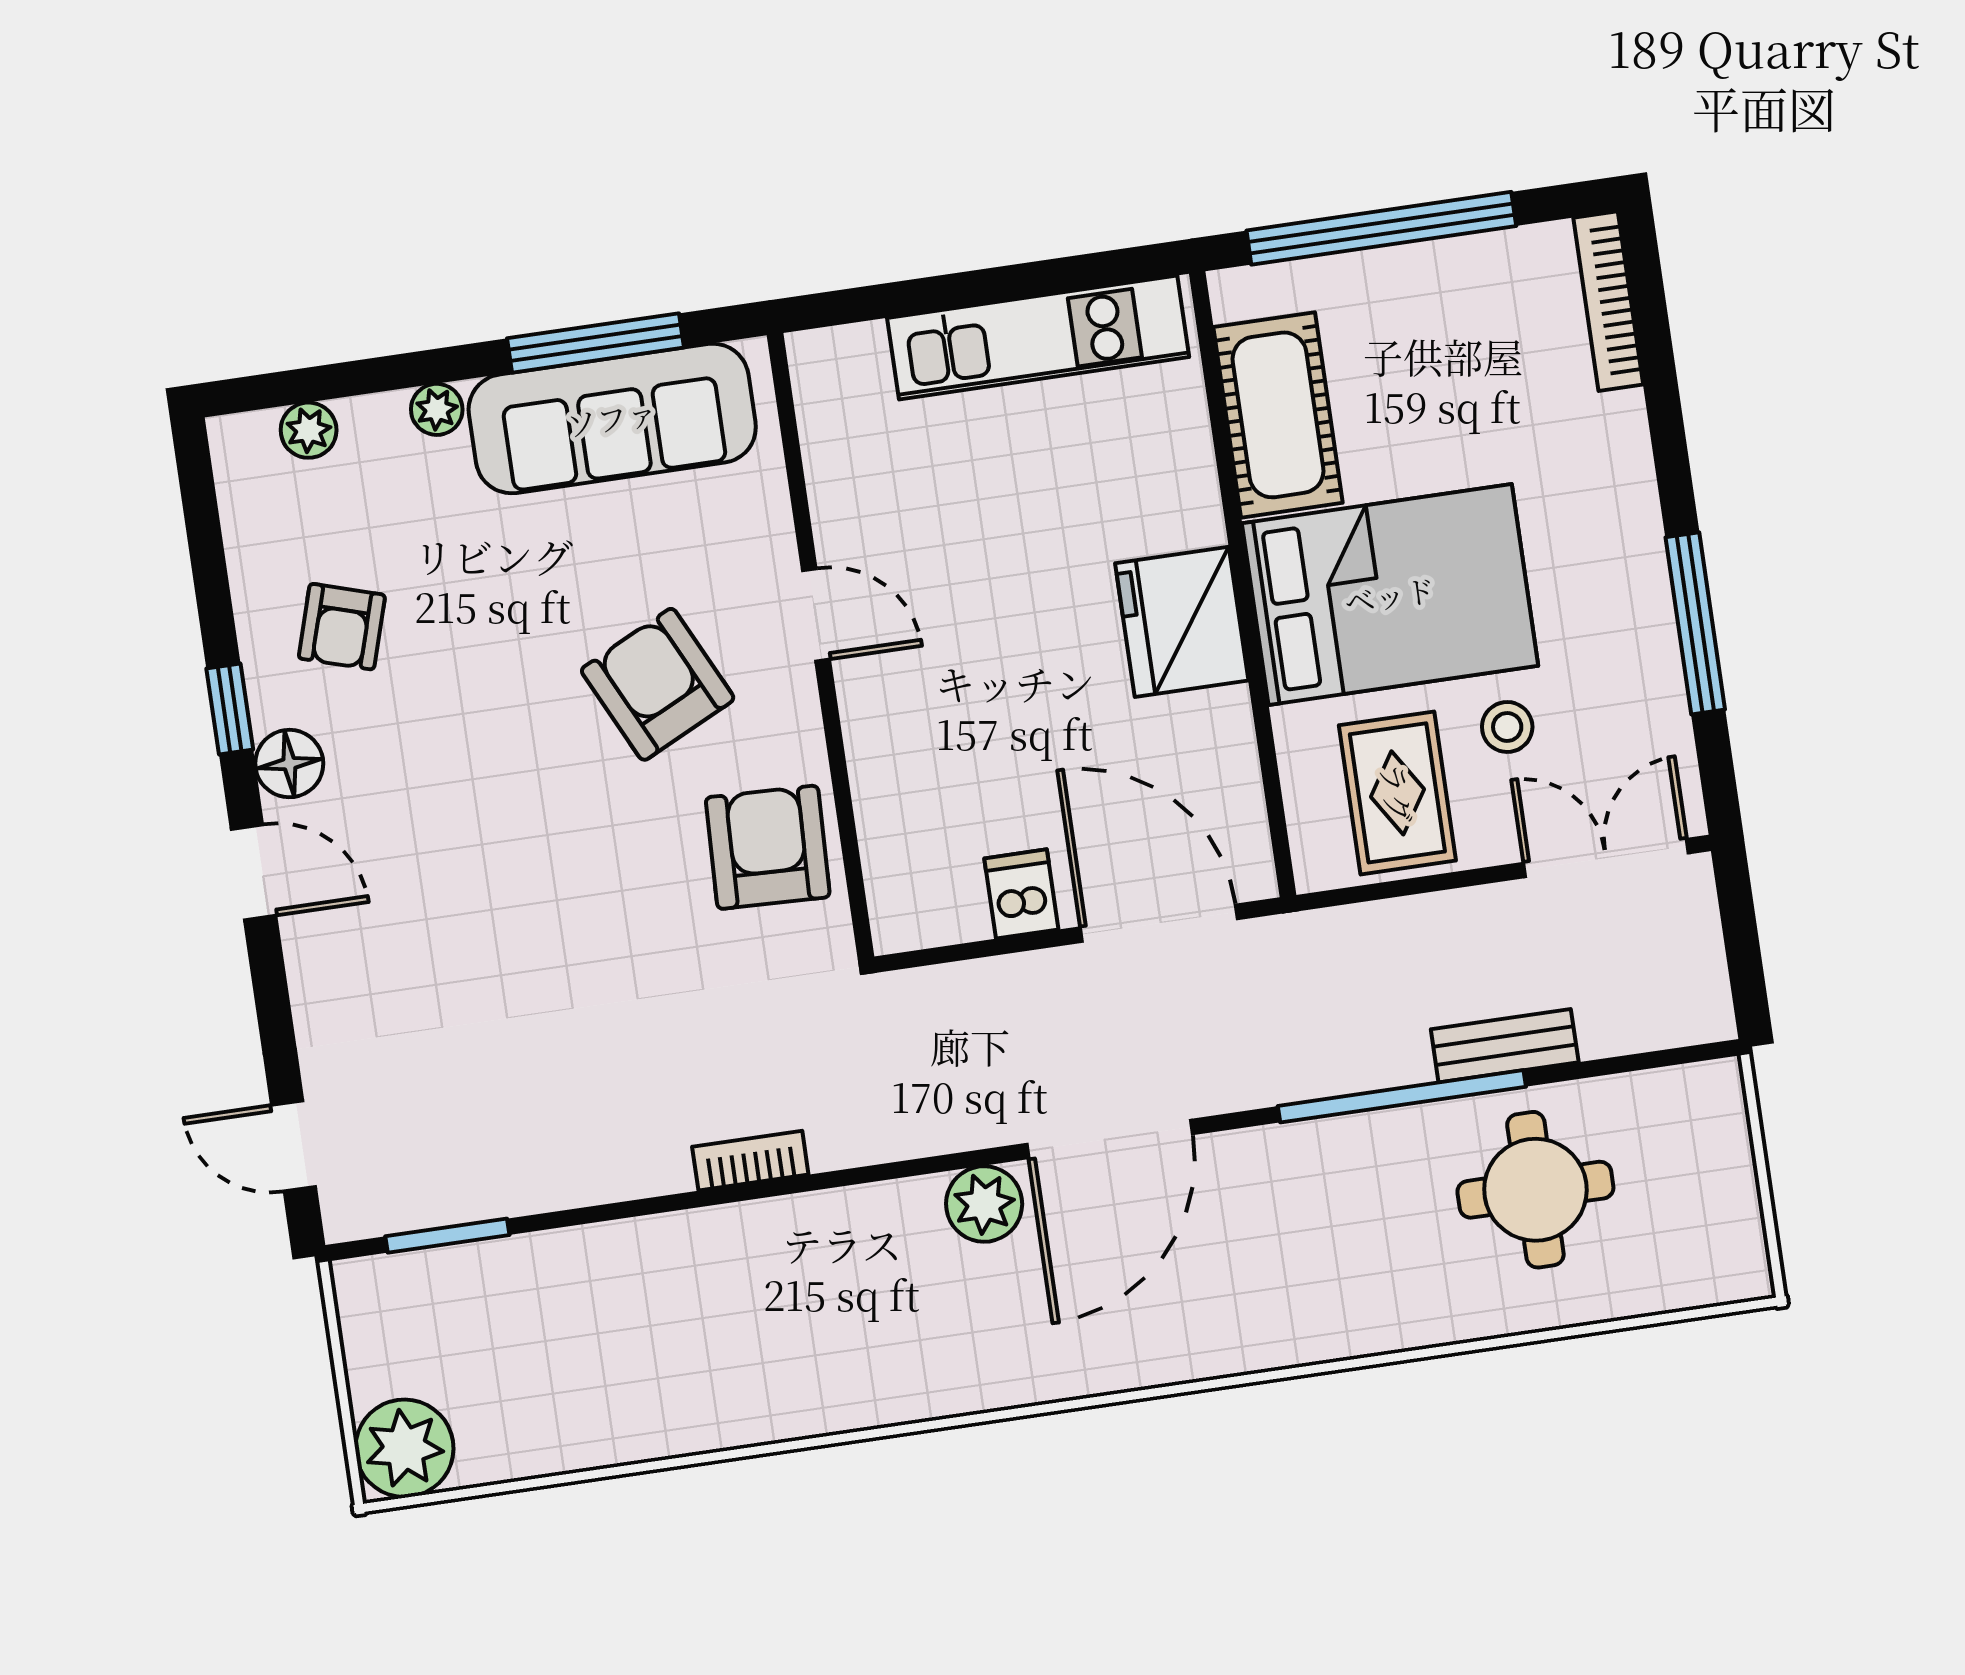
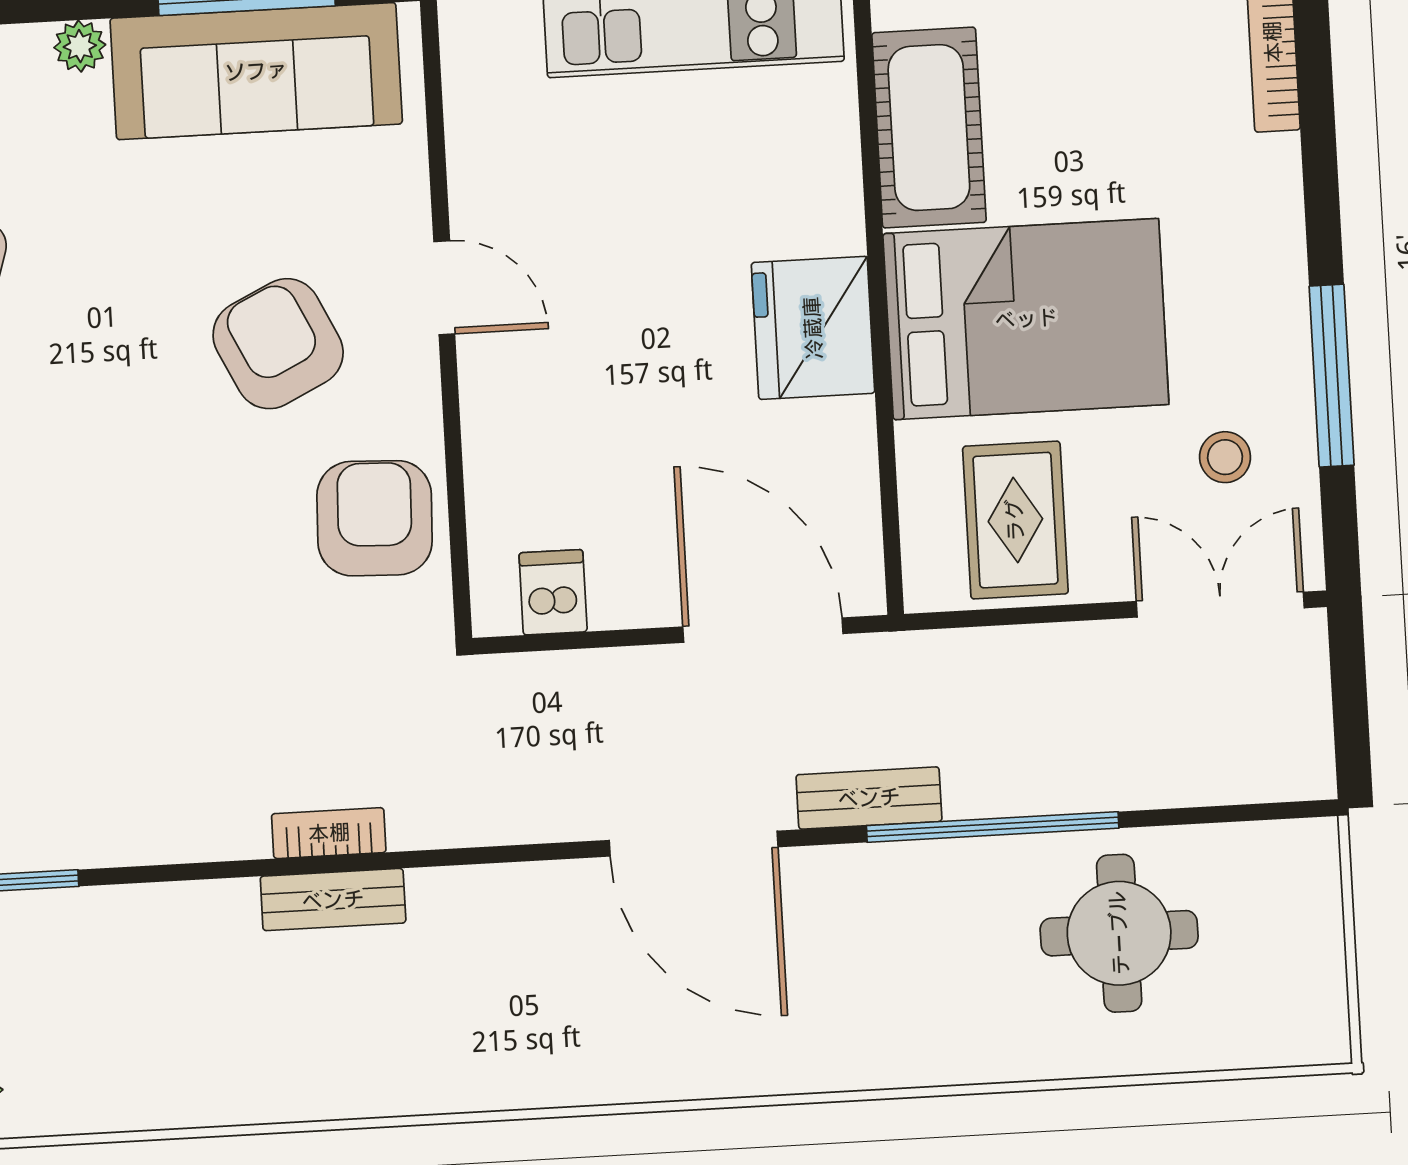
stool: (1507, 727) -> (1225, 457), moved
dishwasher: (1021, 894) -> (553, 592), moved
bench: (1505, 1046) -> (869, 798), moved
door: (1110, 1139) -> (694, 844), hinge flipped
plant: (984, 1204) -> (561, 898), removed
bench: (760, 1226) -> (333, 900), added

